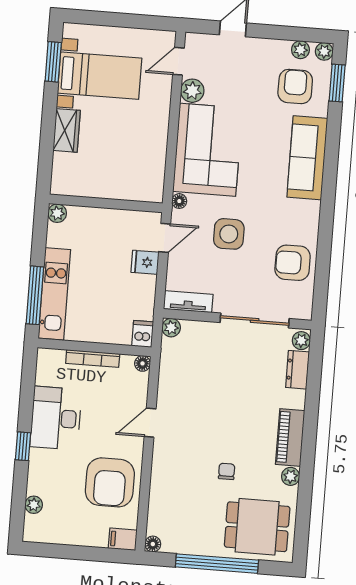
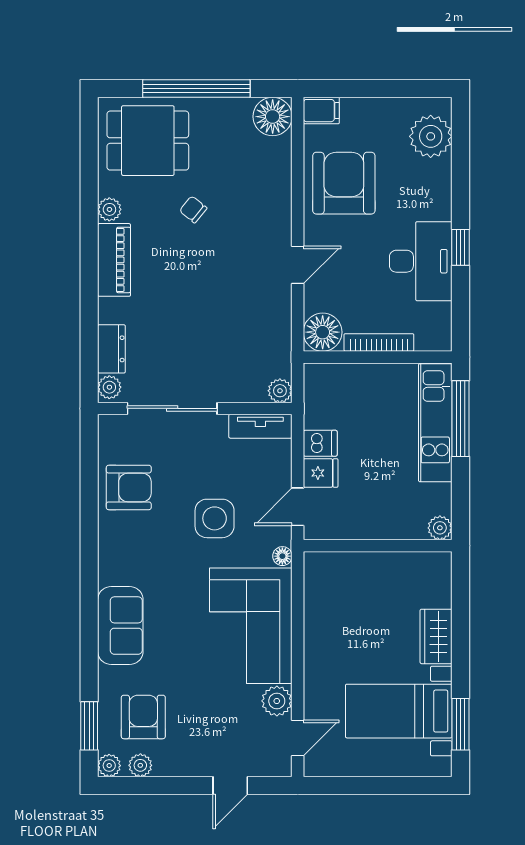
armchair: (295, 86) -> (143, 717), turned 180
sofa: (307, 158) -> (120, 626), width x0.73
dishwasher: (143, 334) -> (320, 443), moved, turned -90
floor lamp: (142, 363) -> (323, 332), width x1.89, depth x1.89
window: (23, 446) -> (461, 247), moved
chair: (227, 471) -> (193, 209), turned 129
plant: (34, 505) -> (431, 136), width x1.87, depth x1.87
floor lamp: (153, 544) -> (273, 117), width x1.89, depth x1.89

